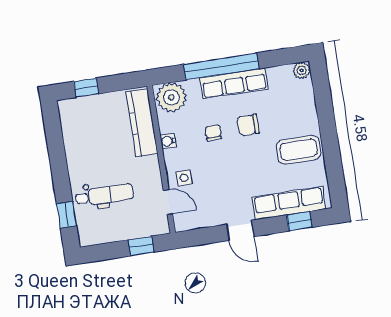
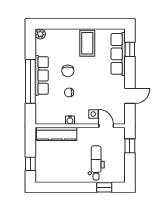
plant: (171, 97) -> (44, 114), removed
door: (168, 202) -> (106, 126), hinge flipped
door: (240, 230) -> (130, 96), moved

